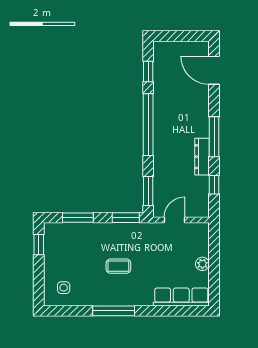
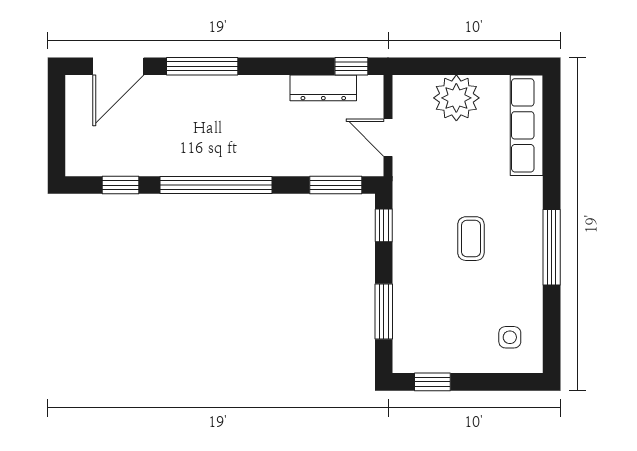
window: (214, 137) -> (202, 66), moved
dresser: (202, 157) -> (323, 88), moved
window: (214, 185) -> (351, 66), moved
window: (126, 218) -> (384, 225), width x0.67
plant: (202, 264) -> (456, 98), width x1.87, depth x1.87

